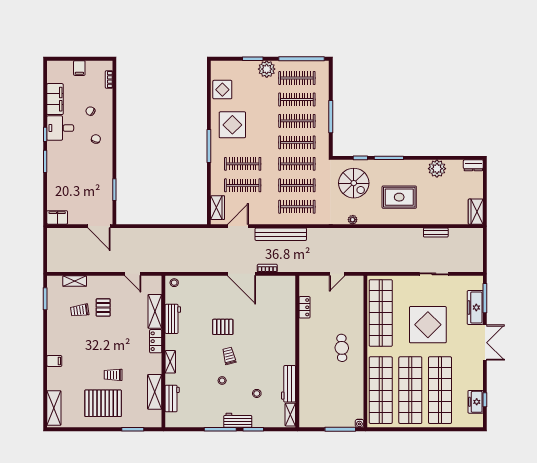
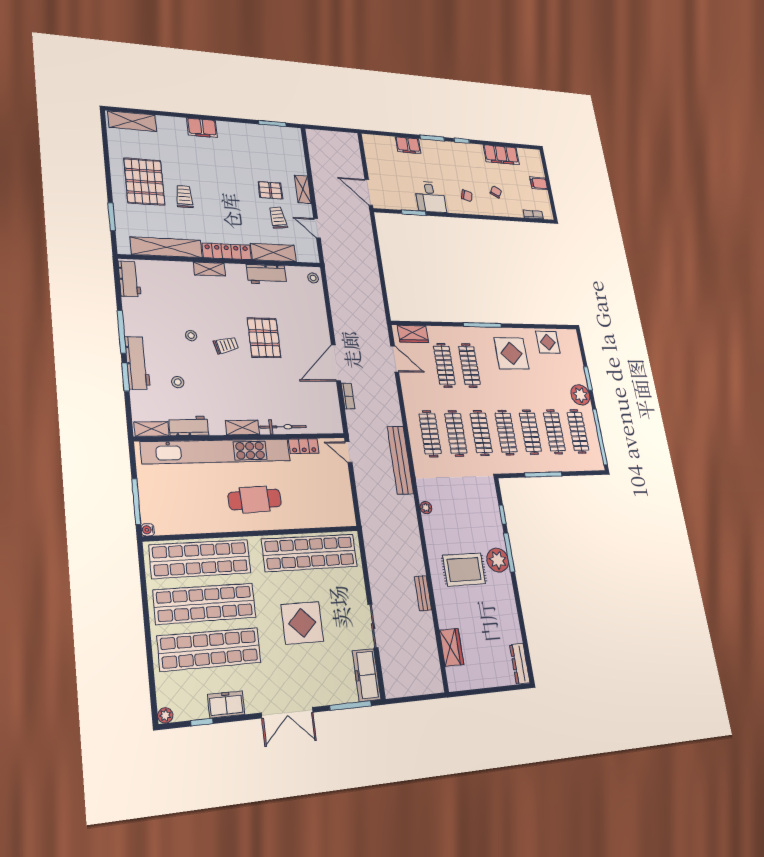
desk: (60, 128) -> (430, 197), moved, turned 180
dresser: (473, 165) -> (520, 664), width x1.44
plant: (437, 169) -> (498, 560), moved
spiral stairs: (354, 183) -> (471, 507), removed
rug: (399, 197) -> (464, 570), turned 90
wardrobe: (476, 212) -> (452, 647), moved, turned 90
filing cabinet: (57, 217) -> (408, 145), moved, turned 90
door: (99, 226) -> (369, 192), hinge flipped
bench: (436, 233) -> (423, 593), moved
bench: (281, 234) -> (400, 460), moved
door: (133, 274) -> (317, 228), hinge flipped
door: (337, 274) -> (349, 452), moved
shelving: (75, 281) -> (303, 189), moved
freezer: (475, 308) -> (367, 675), moved, turned -90
trolley: (80, 310) -> (278, 218), moved
bicycle: (290, 321) -> (283, 427), added
display table: (428, 325) -> (302, 623), width x0.73, depth x0.73
pallet: (223, 327) -> (264, 338), width x1.50, depth x1.42
locker: (156, 341) -> (227, 251), width x1.53
cafe table: (342, 348) -> (255, 499), width x1.37, depth x1.35
shelving: (290, 351) -> (242, 428), added
filing cabinet: (54, 361) -> (202, 128), width x2.00
kitchen unit: (307, 371) -> (216, 451), added
workbench: (289, 384) -> (189, 426), width x0.73
shelving: (155, 392) -> (166, 247), width x1.47
workbench: (172, 398) -> (129, 279), moved, turned -90
freezer: (476, 402) -> (226, 704), moved
workbench: (238, 420) -> (137, 363), width x1.38
plant: (478, 423) -> (165, 715), added

